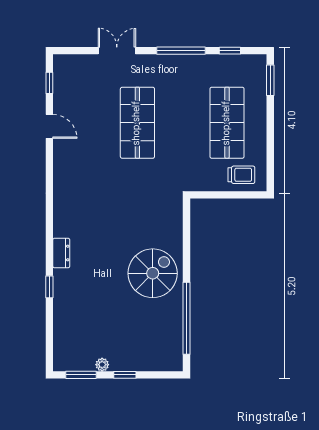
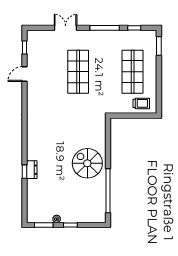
door: (49, 126) -> (25, 74), swing flipped
dresser: (61, 253) -> (32, 170), moved
spiral stairs: (153, 273) -> (87, 163), turned -90

